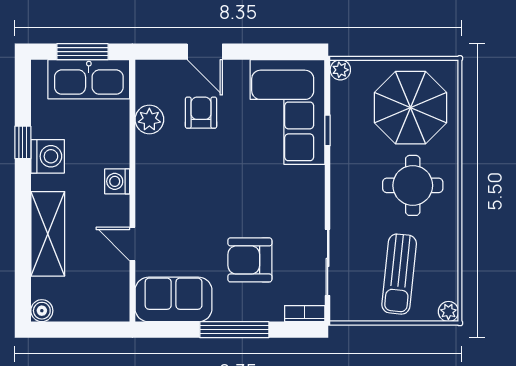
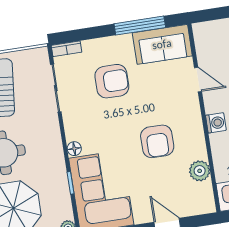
armchair: (201, 113) -> (157, 141), moved, width x1.38, depth x1.38
floor lamp: (315, 176) -> (74, 149), added
window: (234, 330) -> (140, 26), moved

